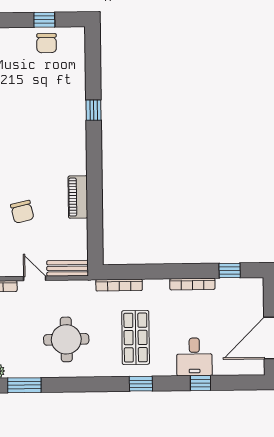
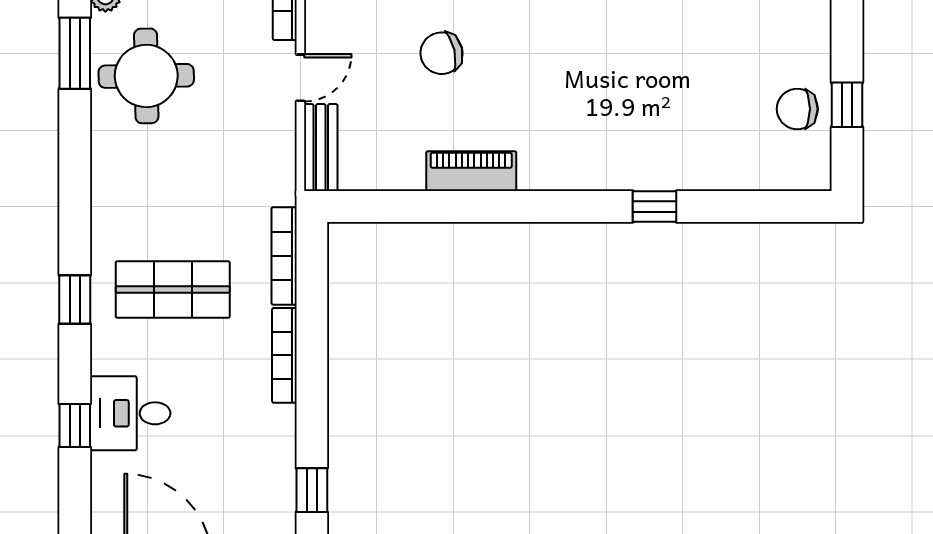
bookcase: (192, 284) -> (284, 355), moved
round table: (66, 339) -> (146, 76), moved

